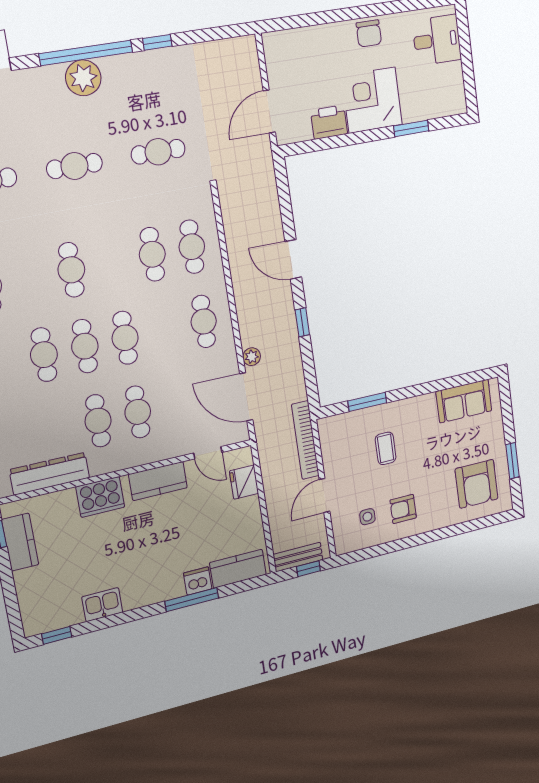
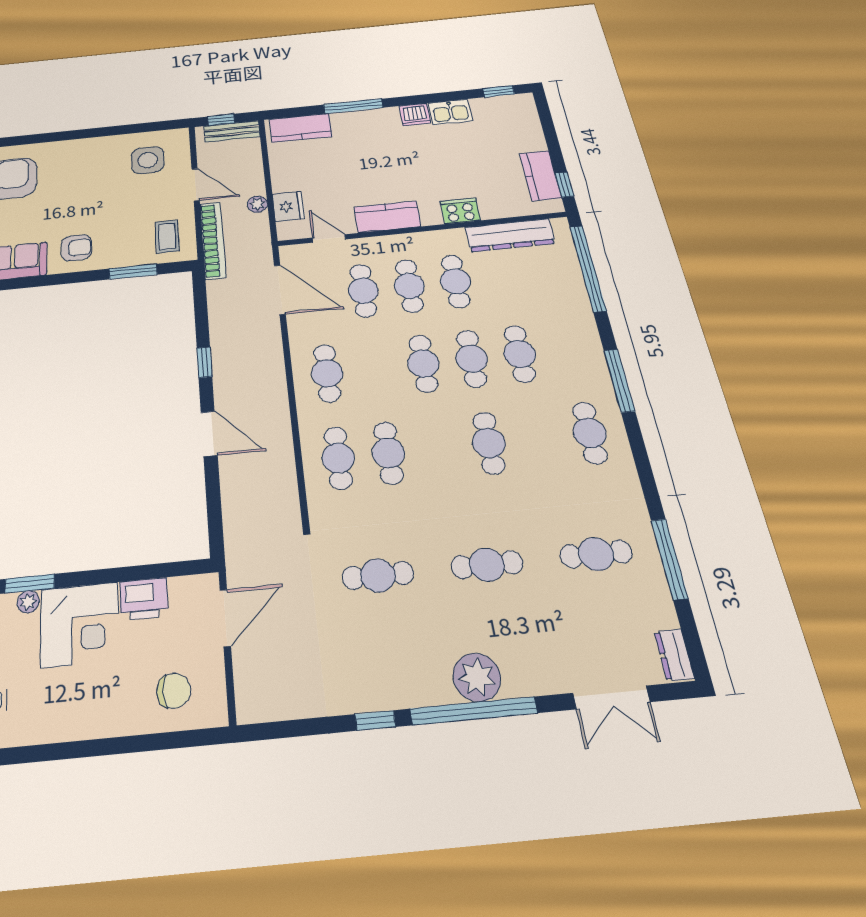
chair: (369, 33) -> (174, 691), moved, turned 90
plant: (410, 115) -> (28, 602), added
plant: (252, 357) -> (257, 204), moved
cafe table: (177, 403) -> (363, 291), added
coffee table: (386, 448) -> (167, 236), moved
door: (324, 496) -> (196, 185), hinge flipped
cooker: (100, 497) -> (460, 211), width x0.73, depth x0.76
armchair: (403, 509) -> (76, 248), moved
side table: (367, 517) -> (148, 160), width x1.87, depth x1.87
dishwasher: (198, 581) -> (415, 115), moved

